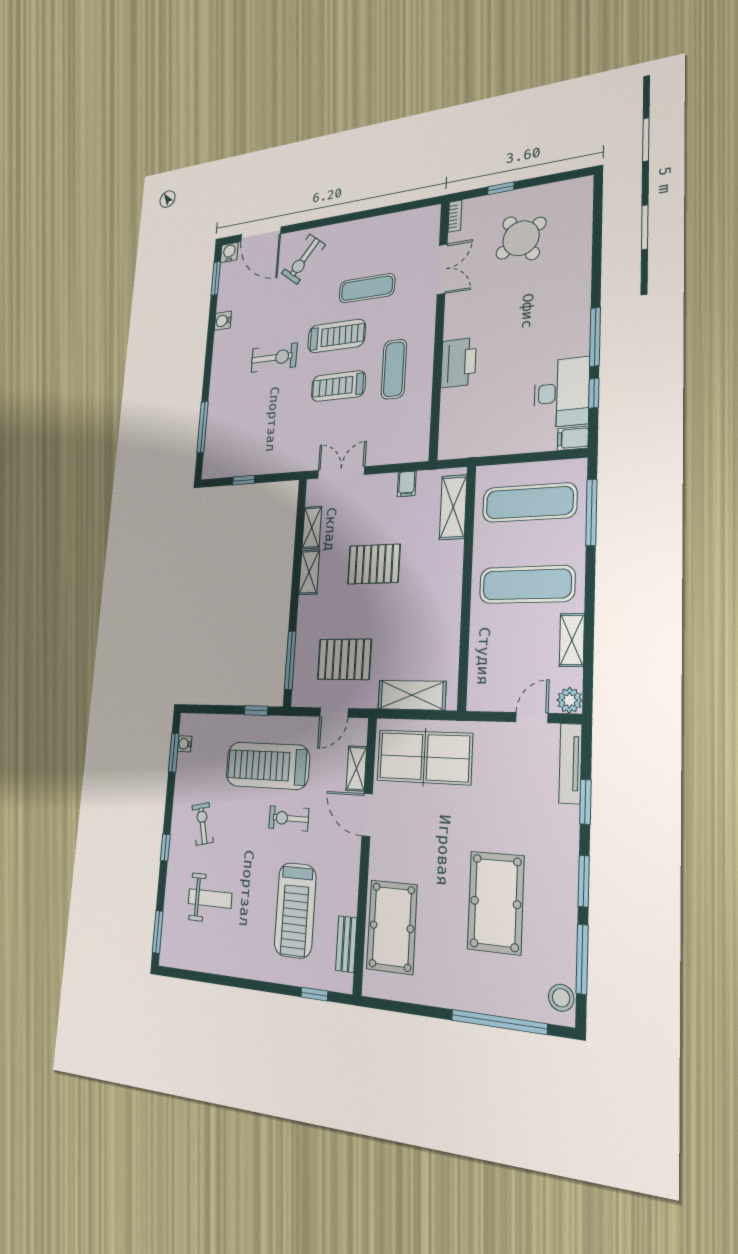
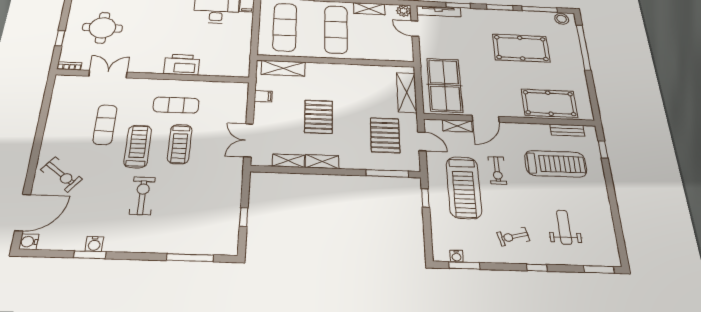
round table: (521, 238) -> (102, 28), turned 34
window: (216, 278) -> (90, 255), moved

